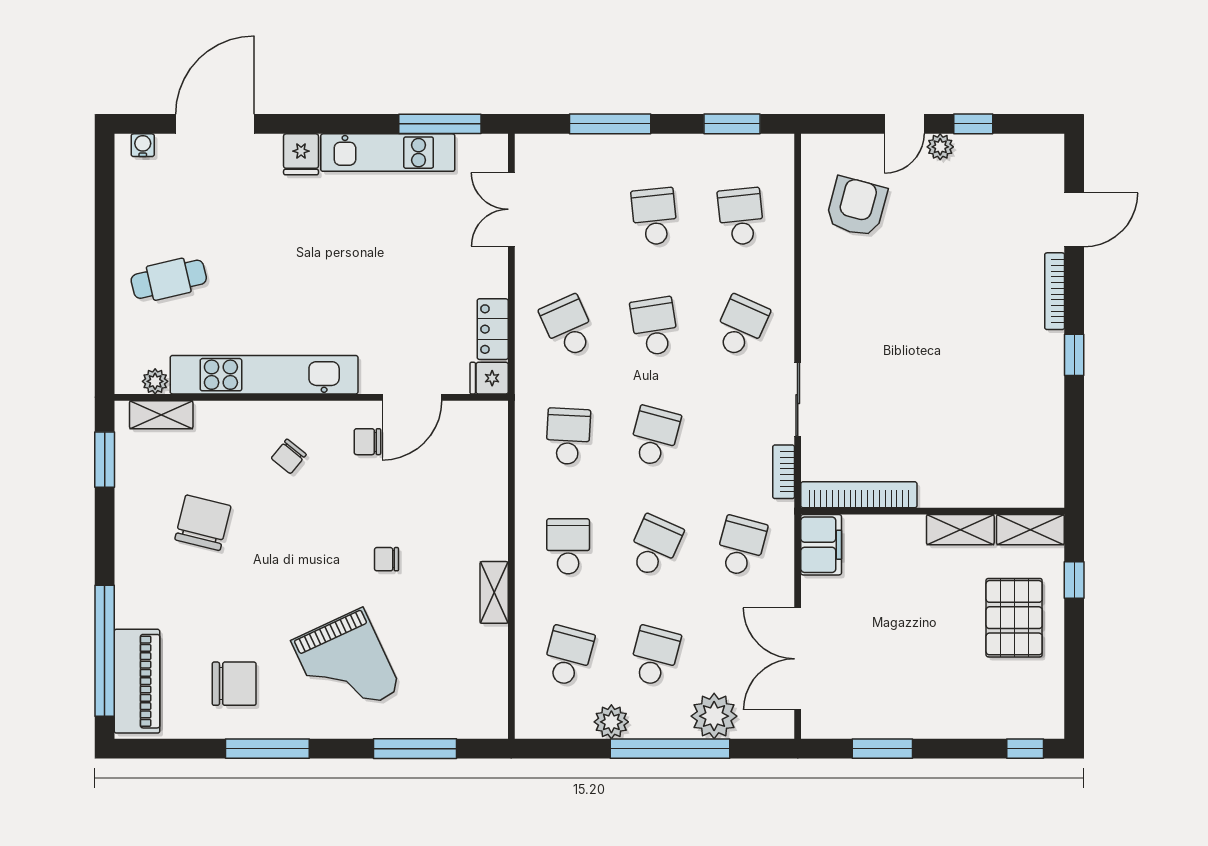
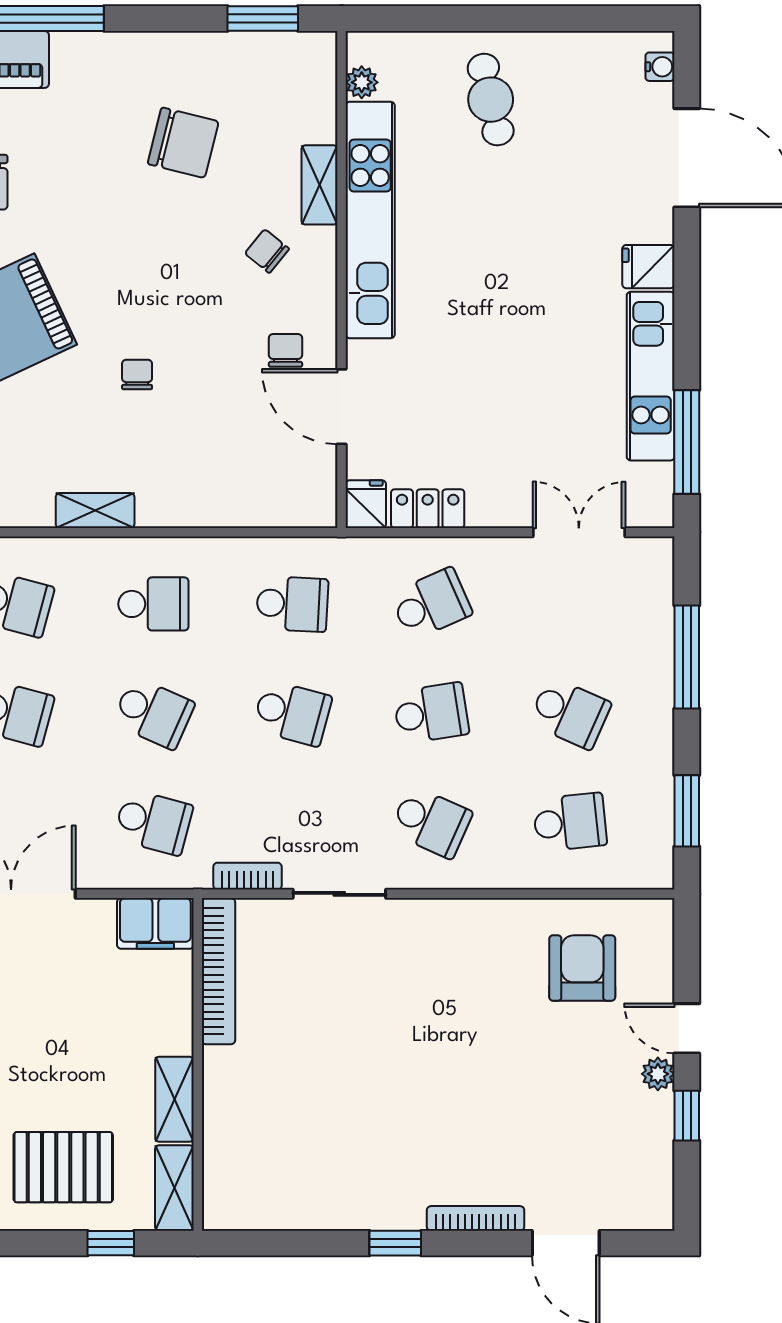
armchair: (856, 207) -> (582, 968), turned -105
school desk: (654, 217) -> (570, 713), turned 30
shelving: (161, 415) -> (320, 185), moved

